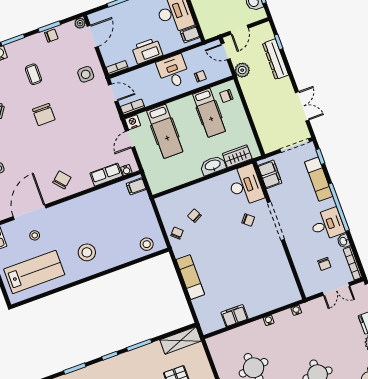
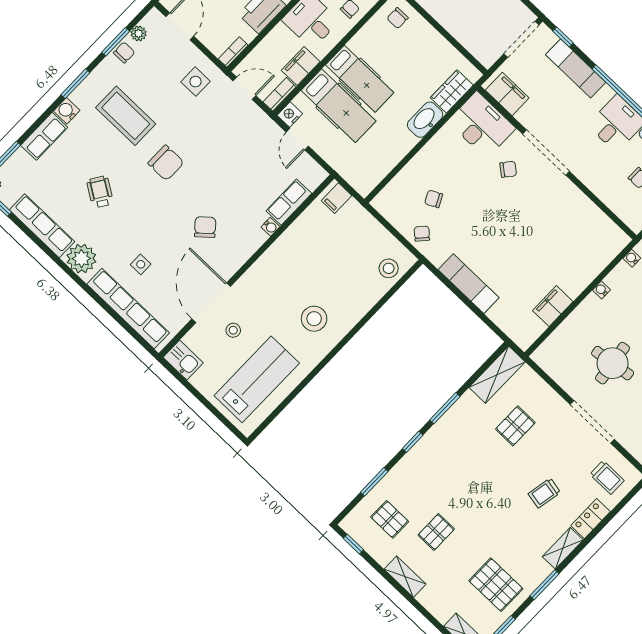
plant: (80, 23) -> (139, 33), moved
coffee table: (33, 74) -> (126, 116), width x1.86, depth x1.72
filing cabinet: (154, 96) -> (301, 66), added
hospital bed: (209, 113) -> (360, 79), moved
water cooler: (126, 170) -> (270, 227), moved
chair: (62, 180) -> (205, 227), moved

